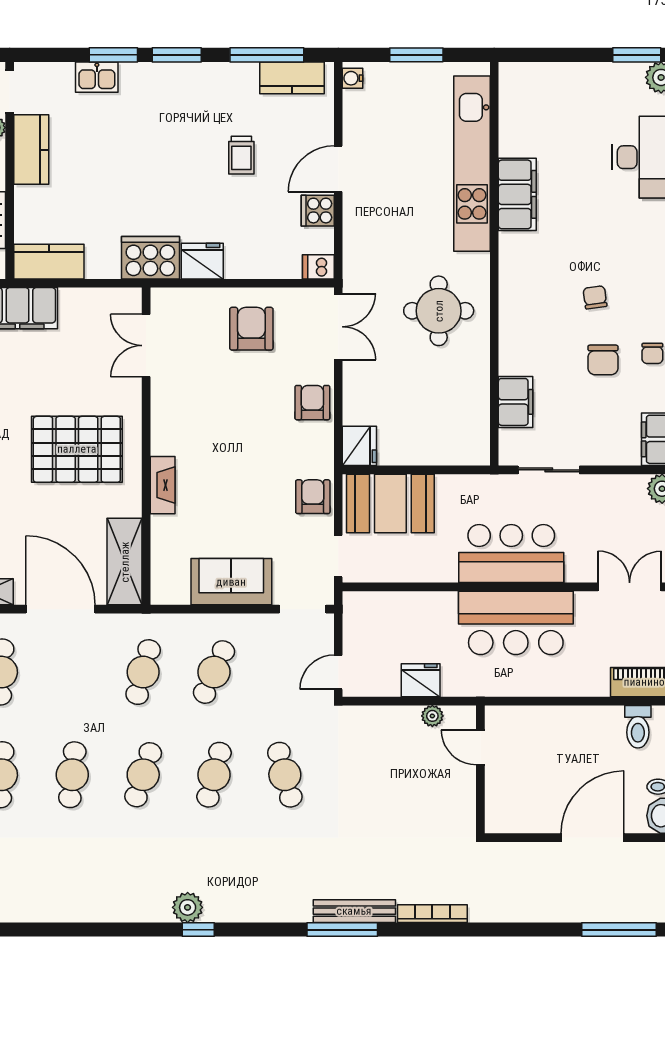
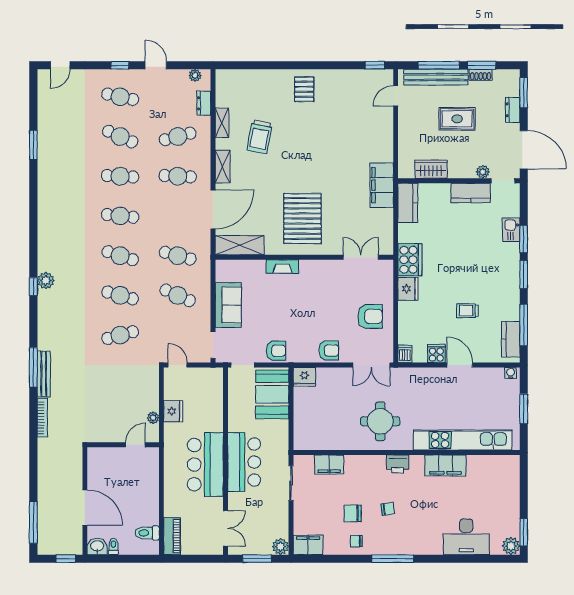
printer: (515, 280) -> (397, 464), added

